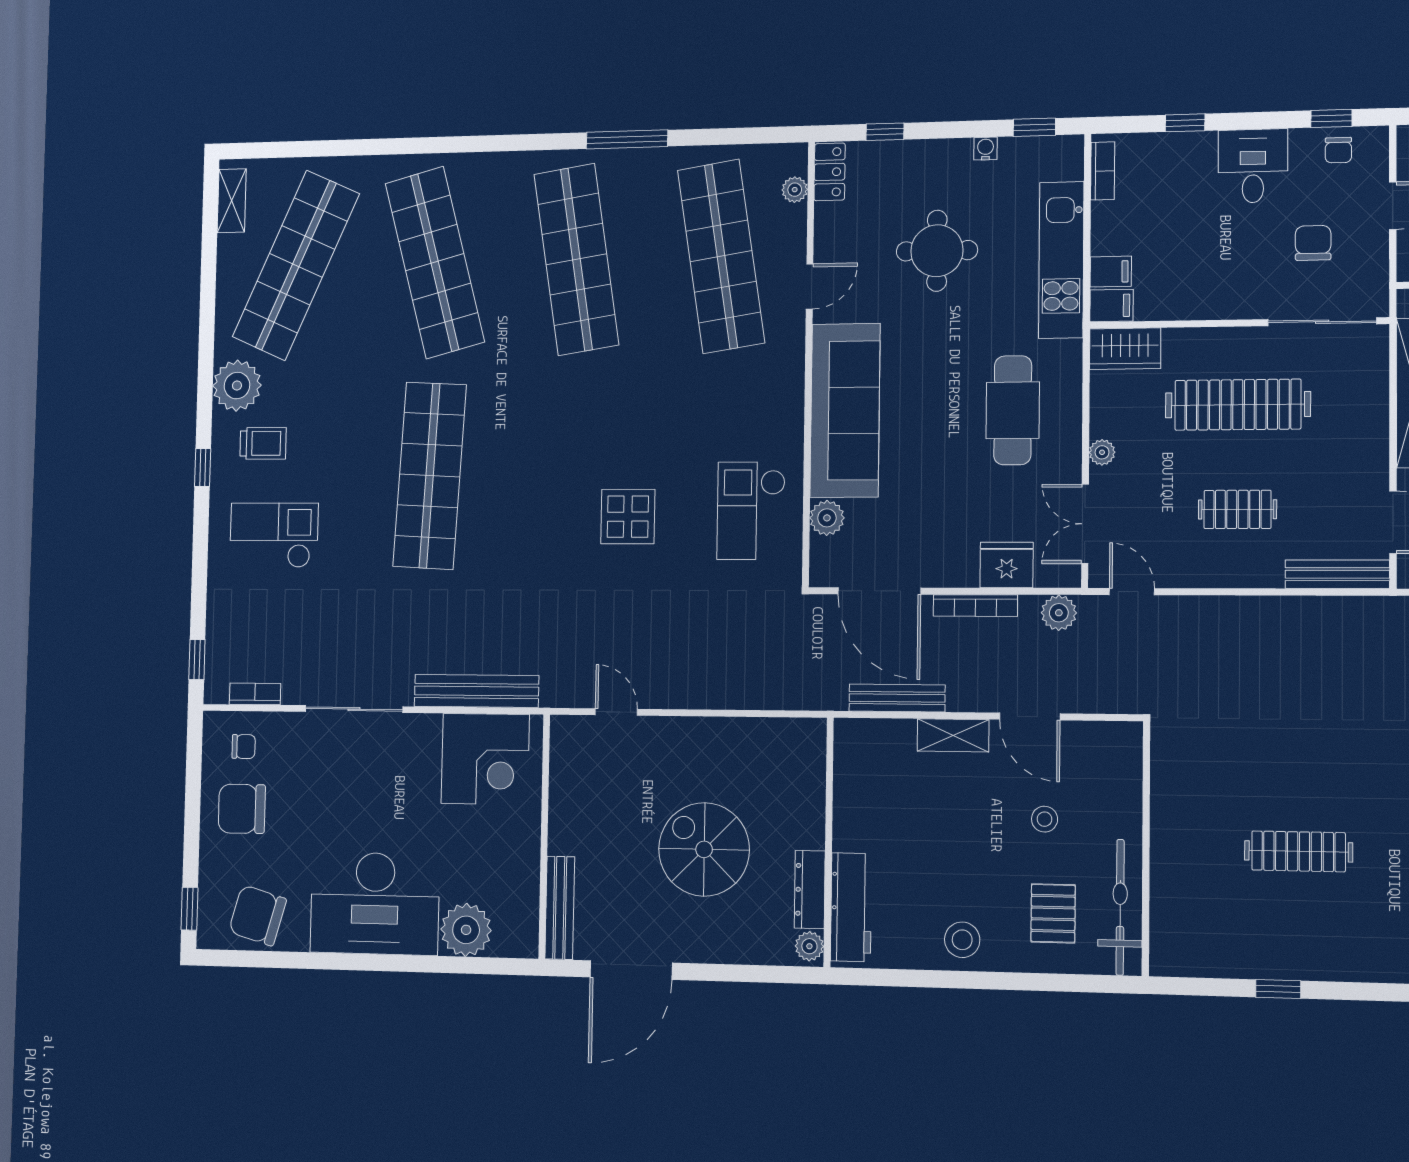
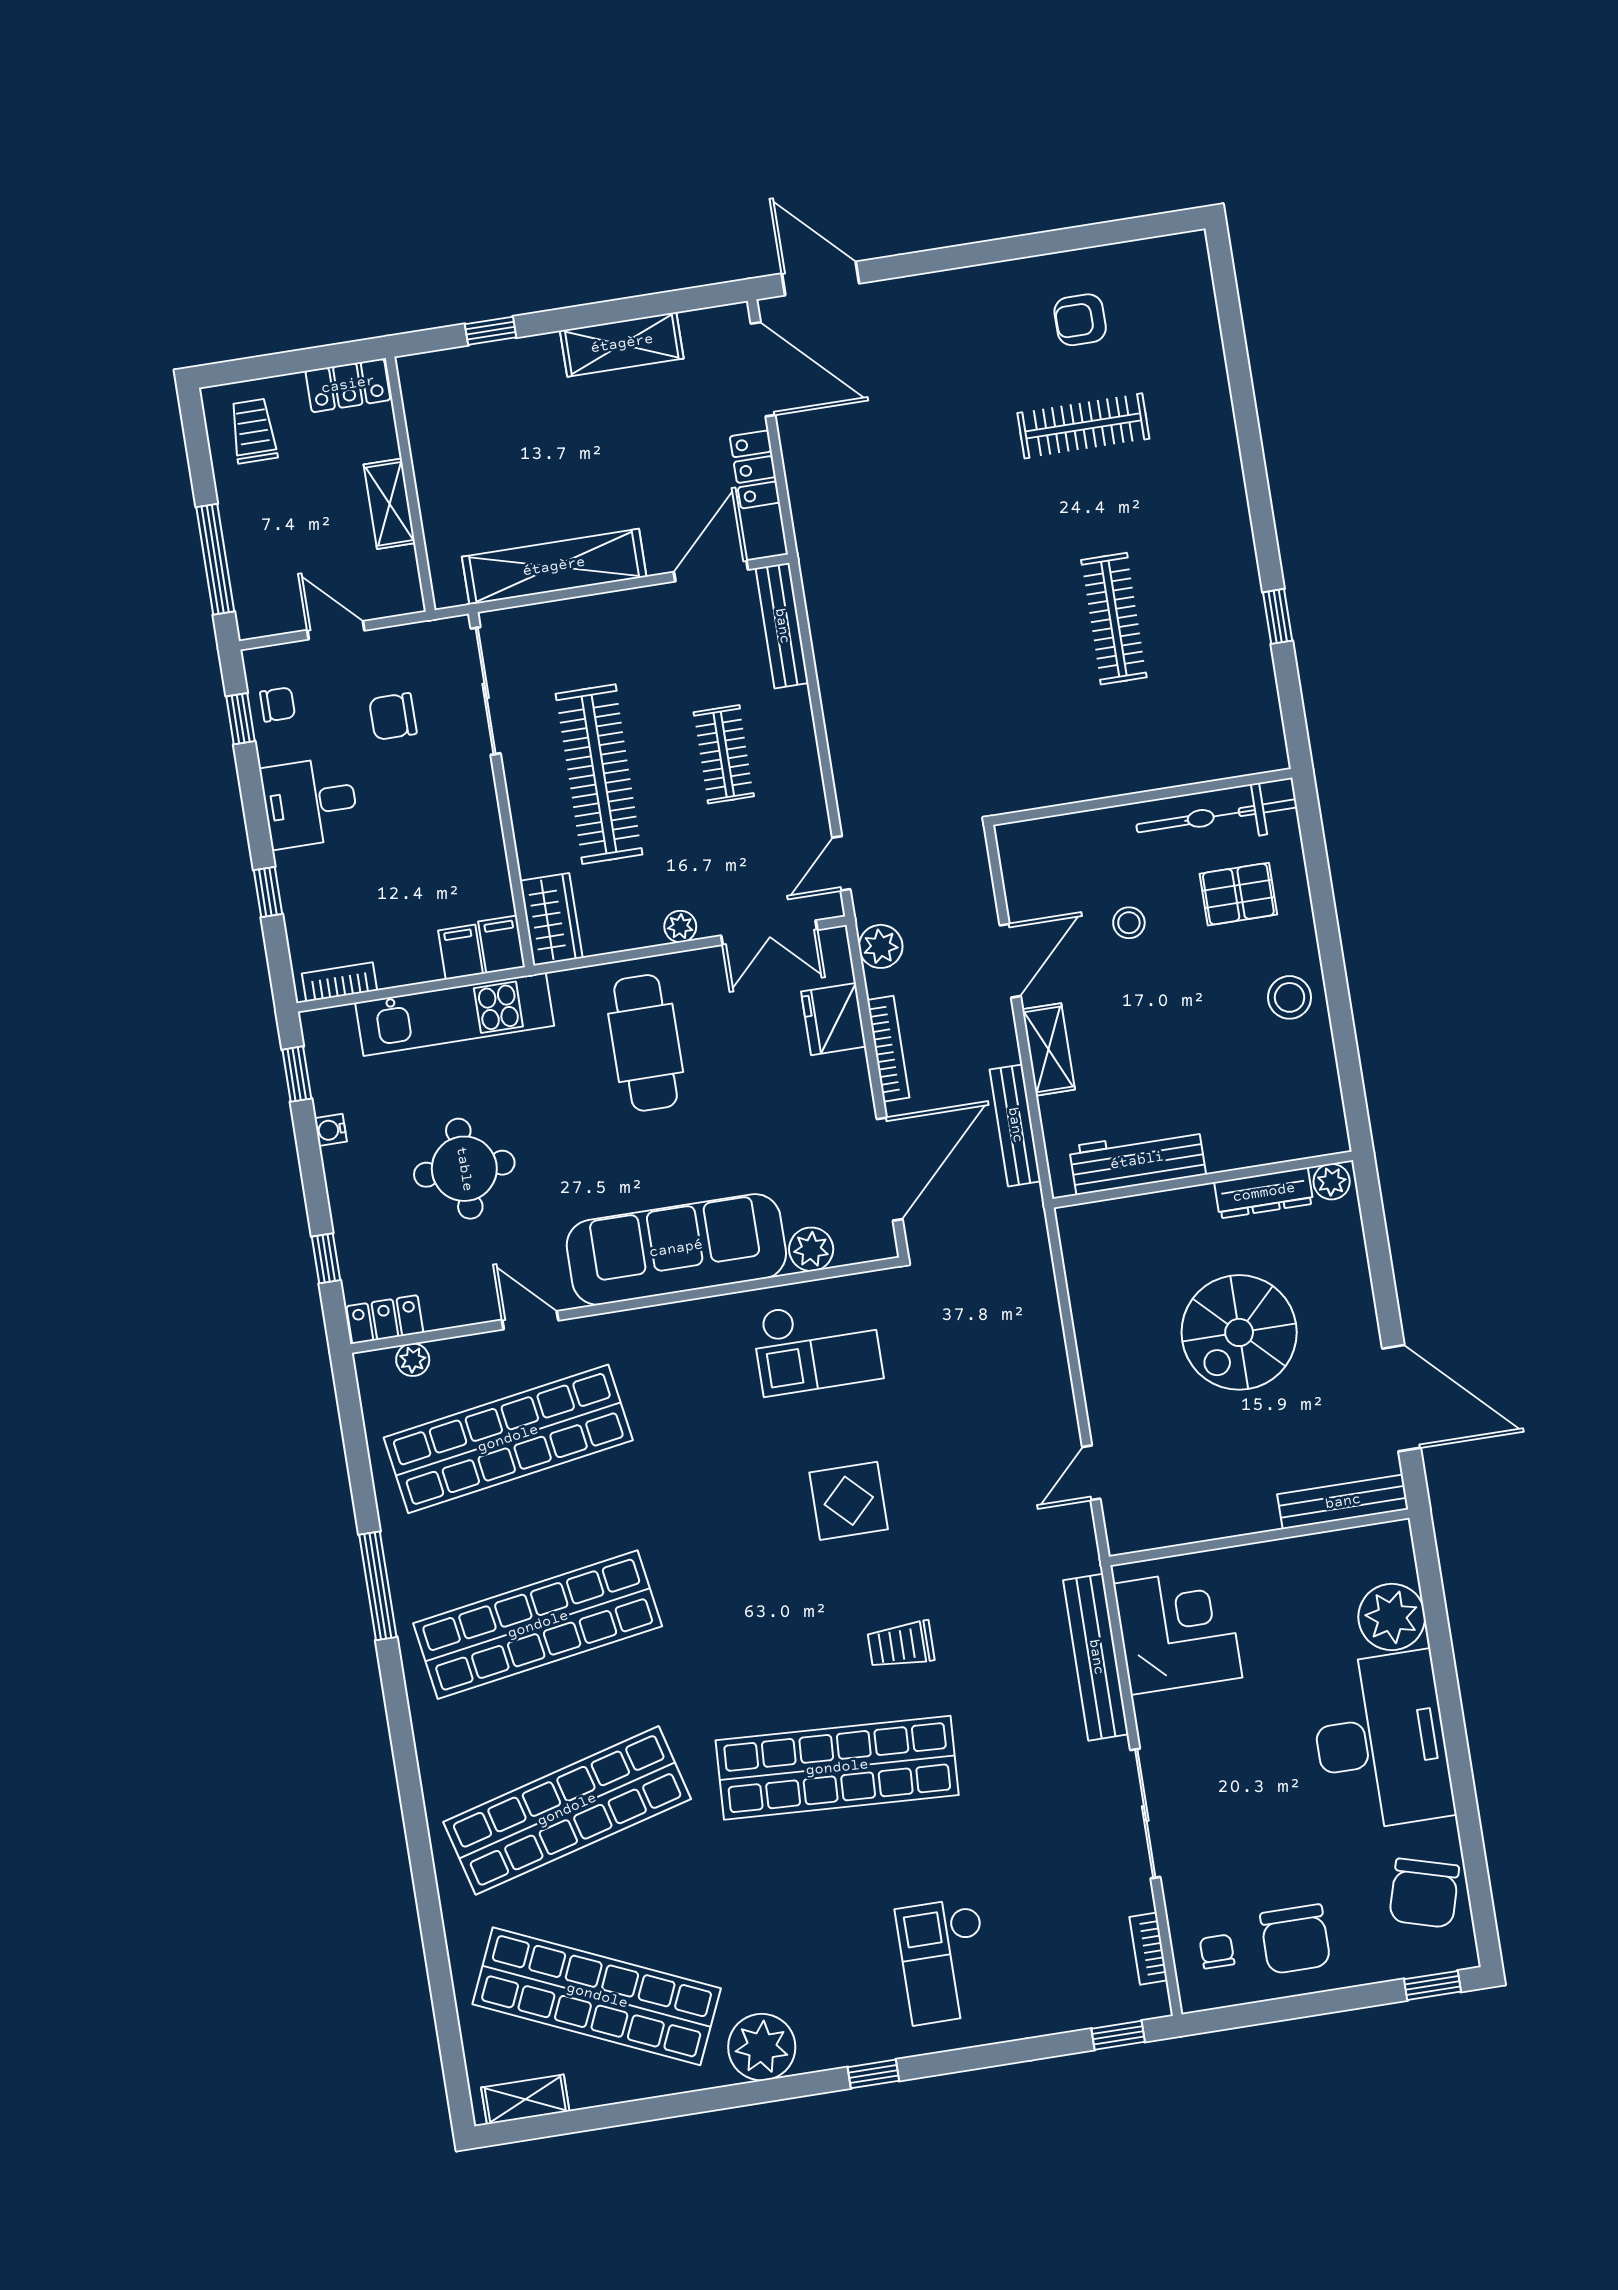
cafe table: (1013, 410) -> (646, 1043), turned 90
trolley: (263, 443) -> (901, 1645), moved, turned -90
workbench: (851, 907) -> (1137, 1161), moved

